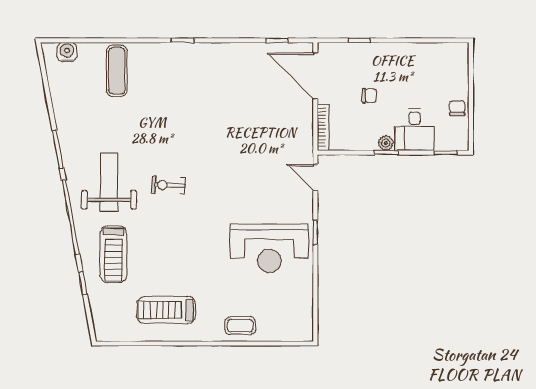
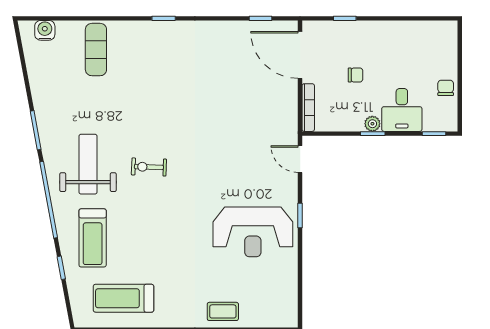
treadmill: (166, 310) -> (123, 298), moved

